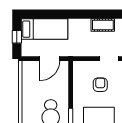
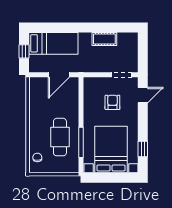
cot: (103, 25) -> (104, 39), moved

